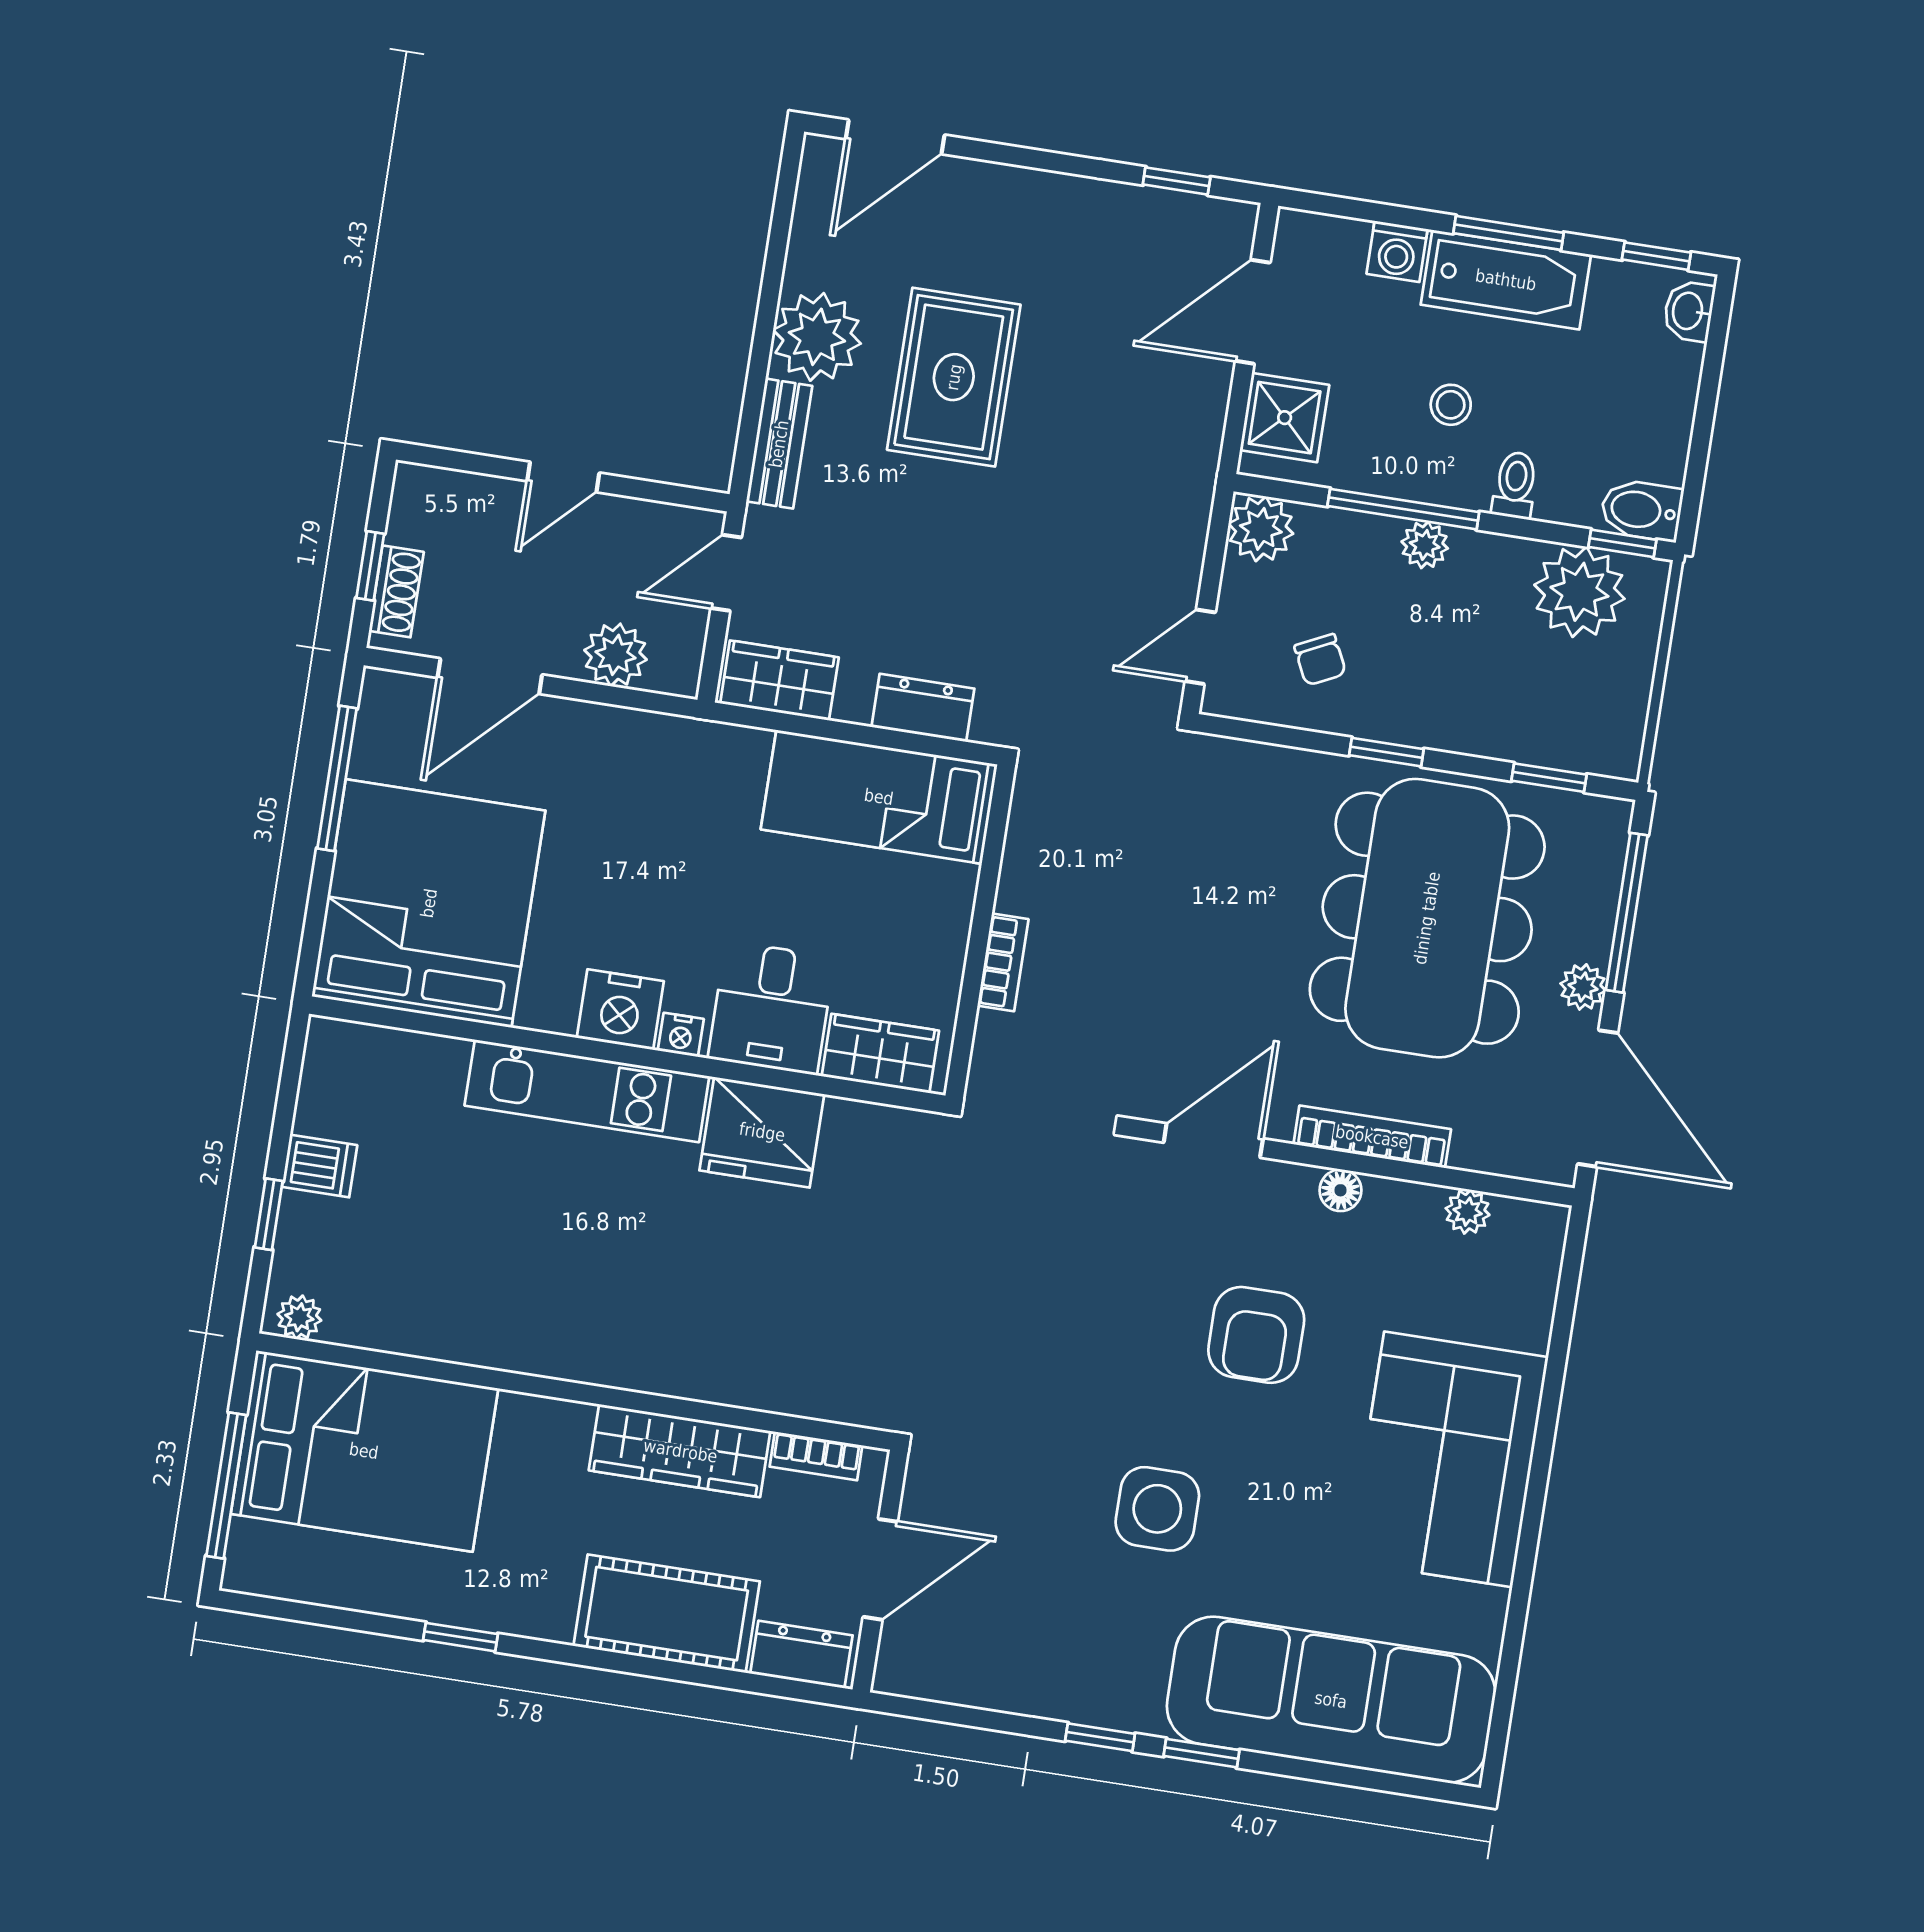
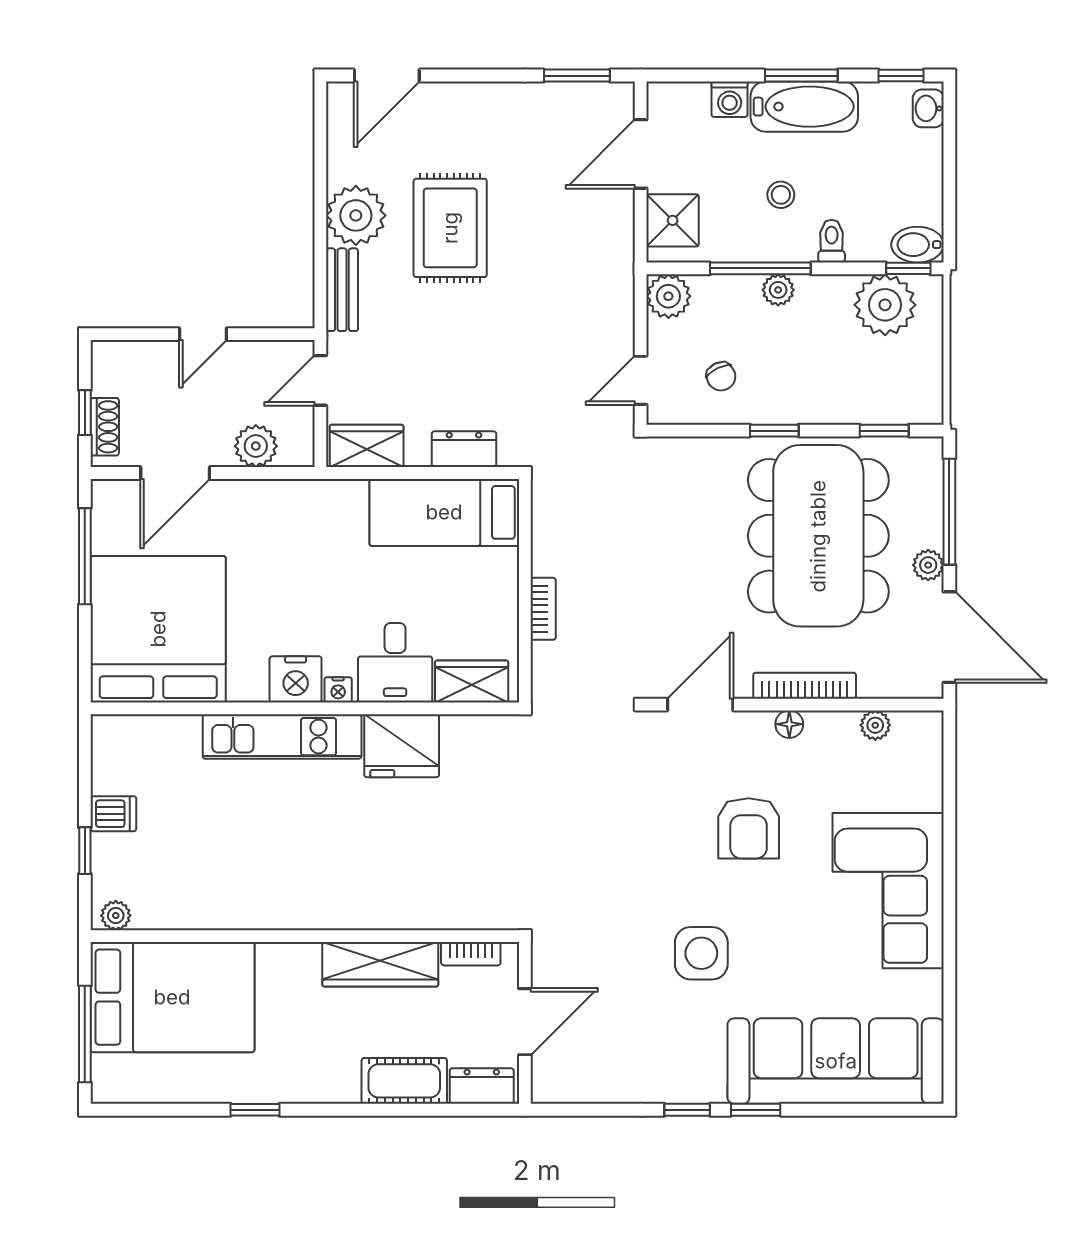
window: (1177, 181) -> (577, 76), width x1.50
cot: (667, 1614) -> (404, 1081), width x0.73, depth x0.75

